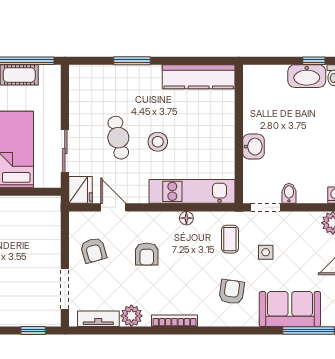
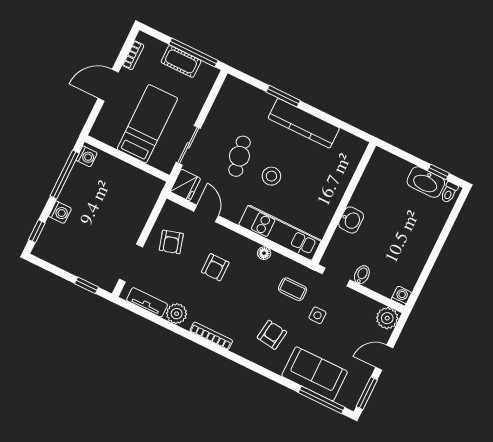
kitchen counter: (199, 77) -> (304, 123), moved
coffee table: (230, 239) -> (292, 289), turned 90

